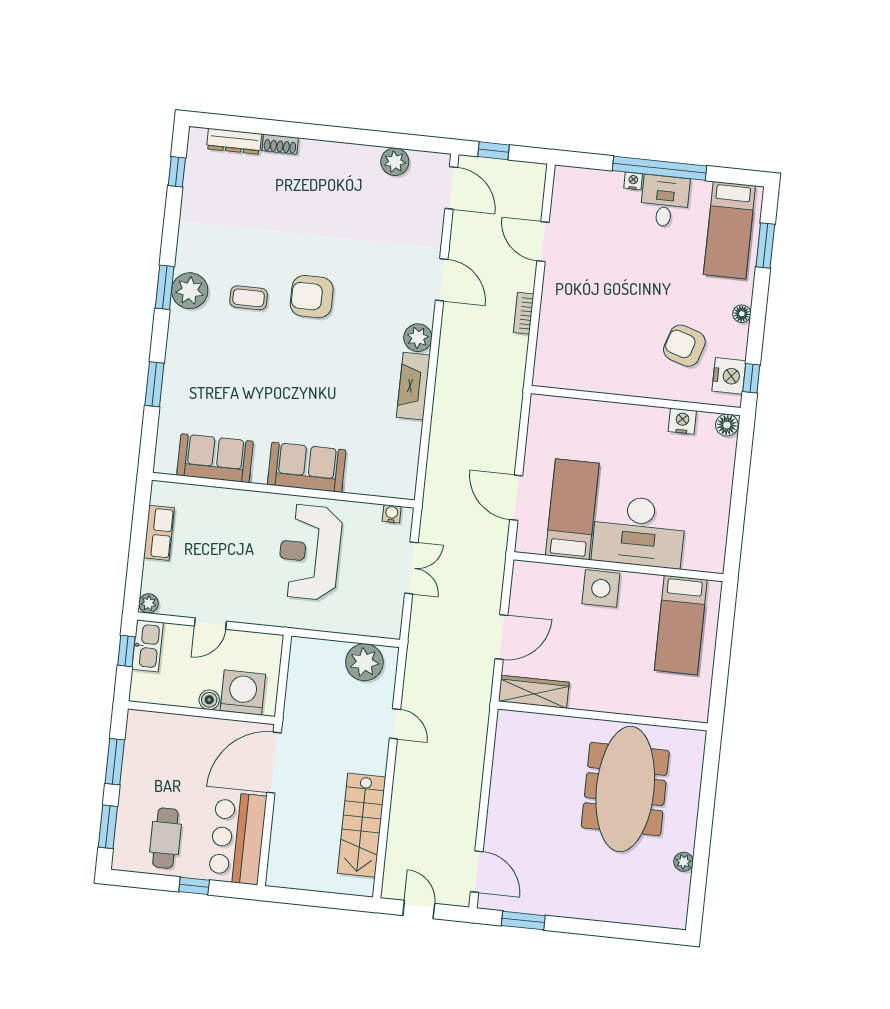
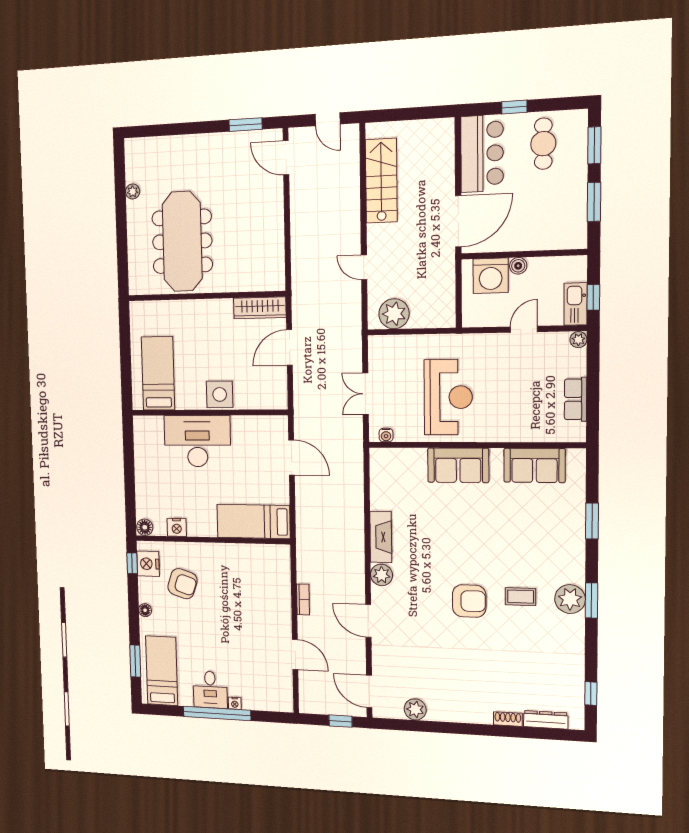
bed: (572, 509) -> (253, 521), moved, turned 90

